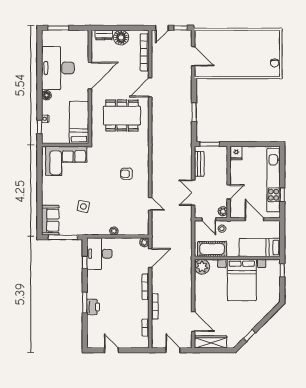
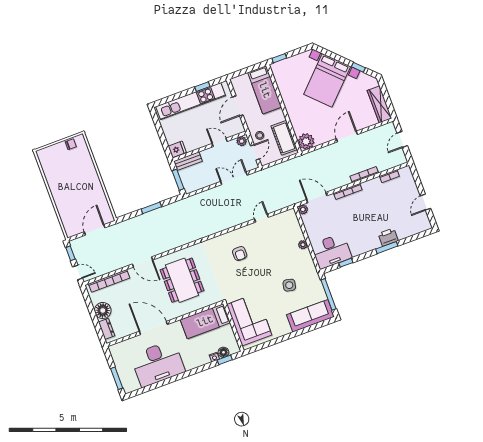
floor lamp: (46, 95) -> (223, 352), moved
bench: (199, 164) -> (188, 161), moved
double door: (193, 193) -> (234, 178), swing flipped
sofa: (50, 220) -> (310, 316), width x1.36
bed with nightstands: (242, 280) -> (327, 80), moved, turned 135
door: (193, 322) -> (347, 137), moved

